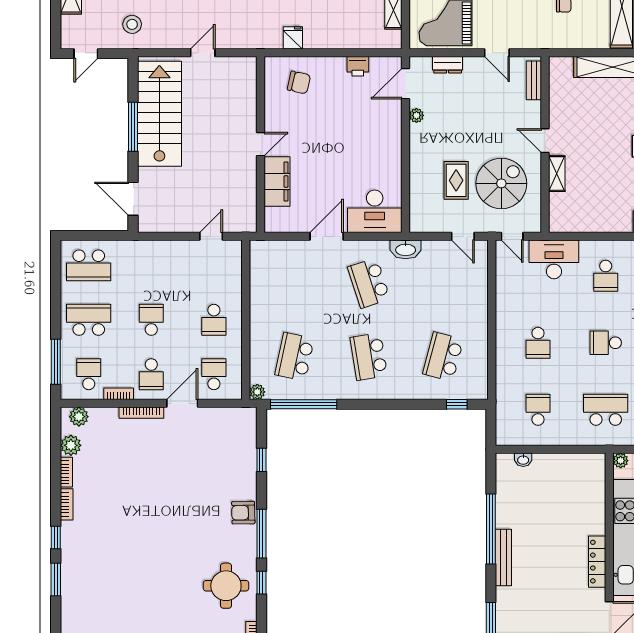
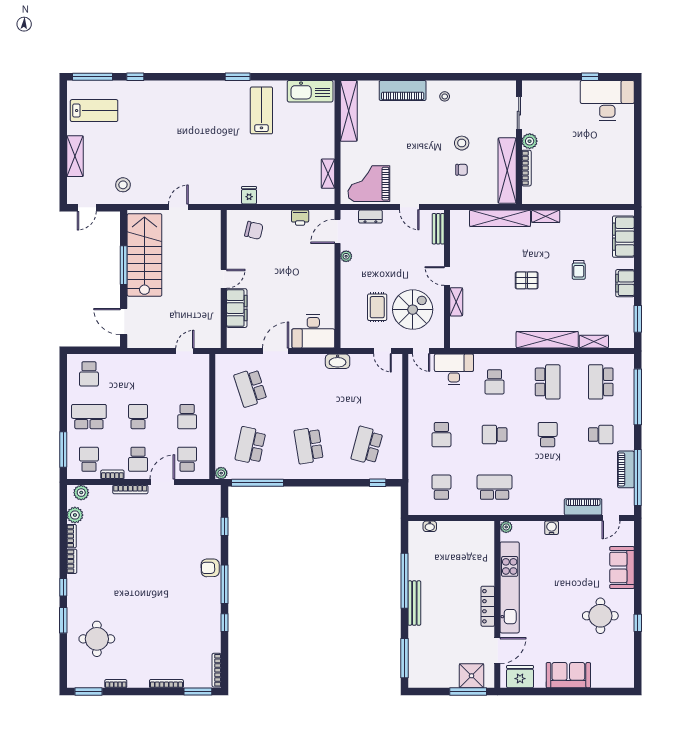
school desk: (89, 265) -> (89, 374), width x0.54
school desk: (369, 283) -> (250, 388), moved
round table: (226, 586) -> (97, 639), moved

